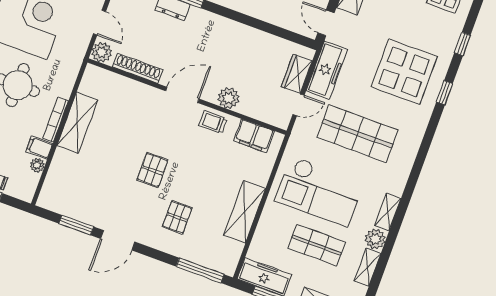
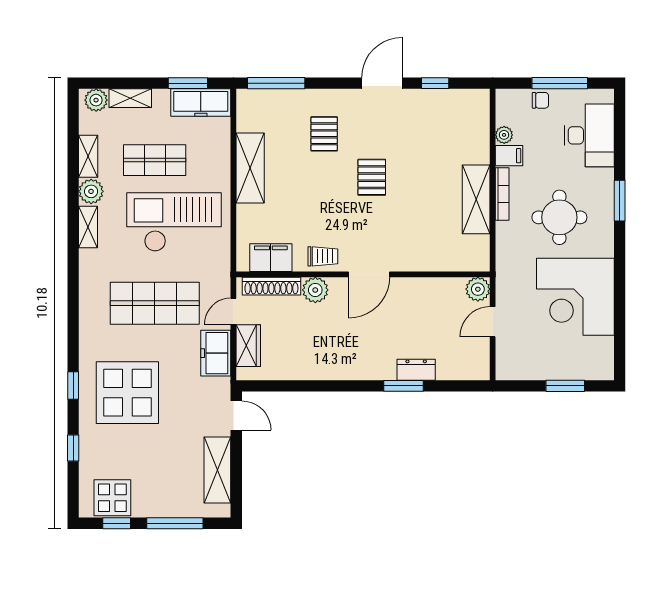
door: (99, 23) -> (493, 322), hinge flipped
shoe rack: (138, 68) -> (271, 286), moved
freezer: (327, 70) -> (216, 353), width x0.71
window: (76, 225) -> (435, 83), width x0.67

